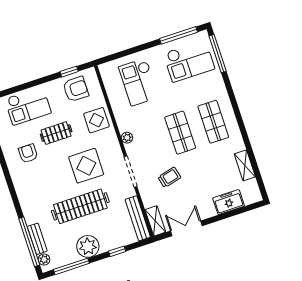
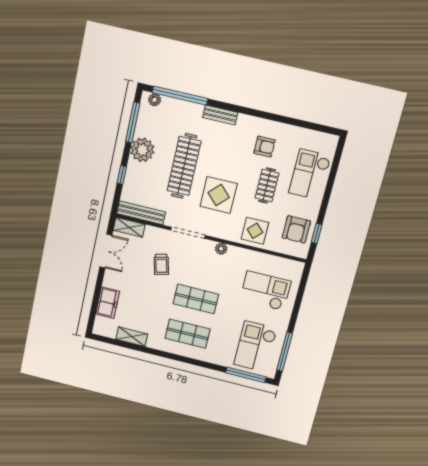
bench: (37, 239) -> (220, 115), moved

